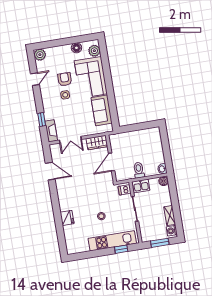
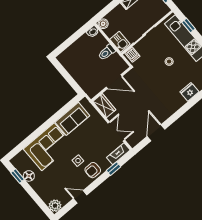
window: (82, 39) -> (18, 176), added
plant: (94, 51) -> (22, 158), removed
armchair: (65, 79) -> (93, 170), moved

